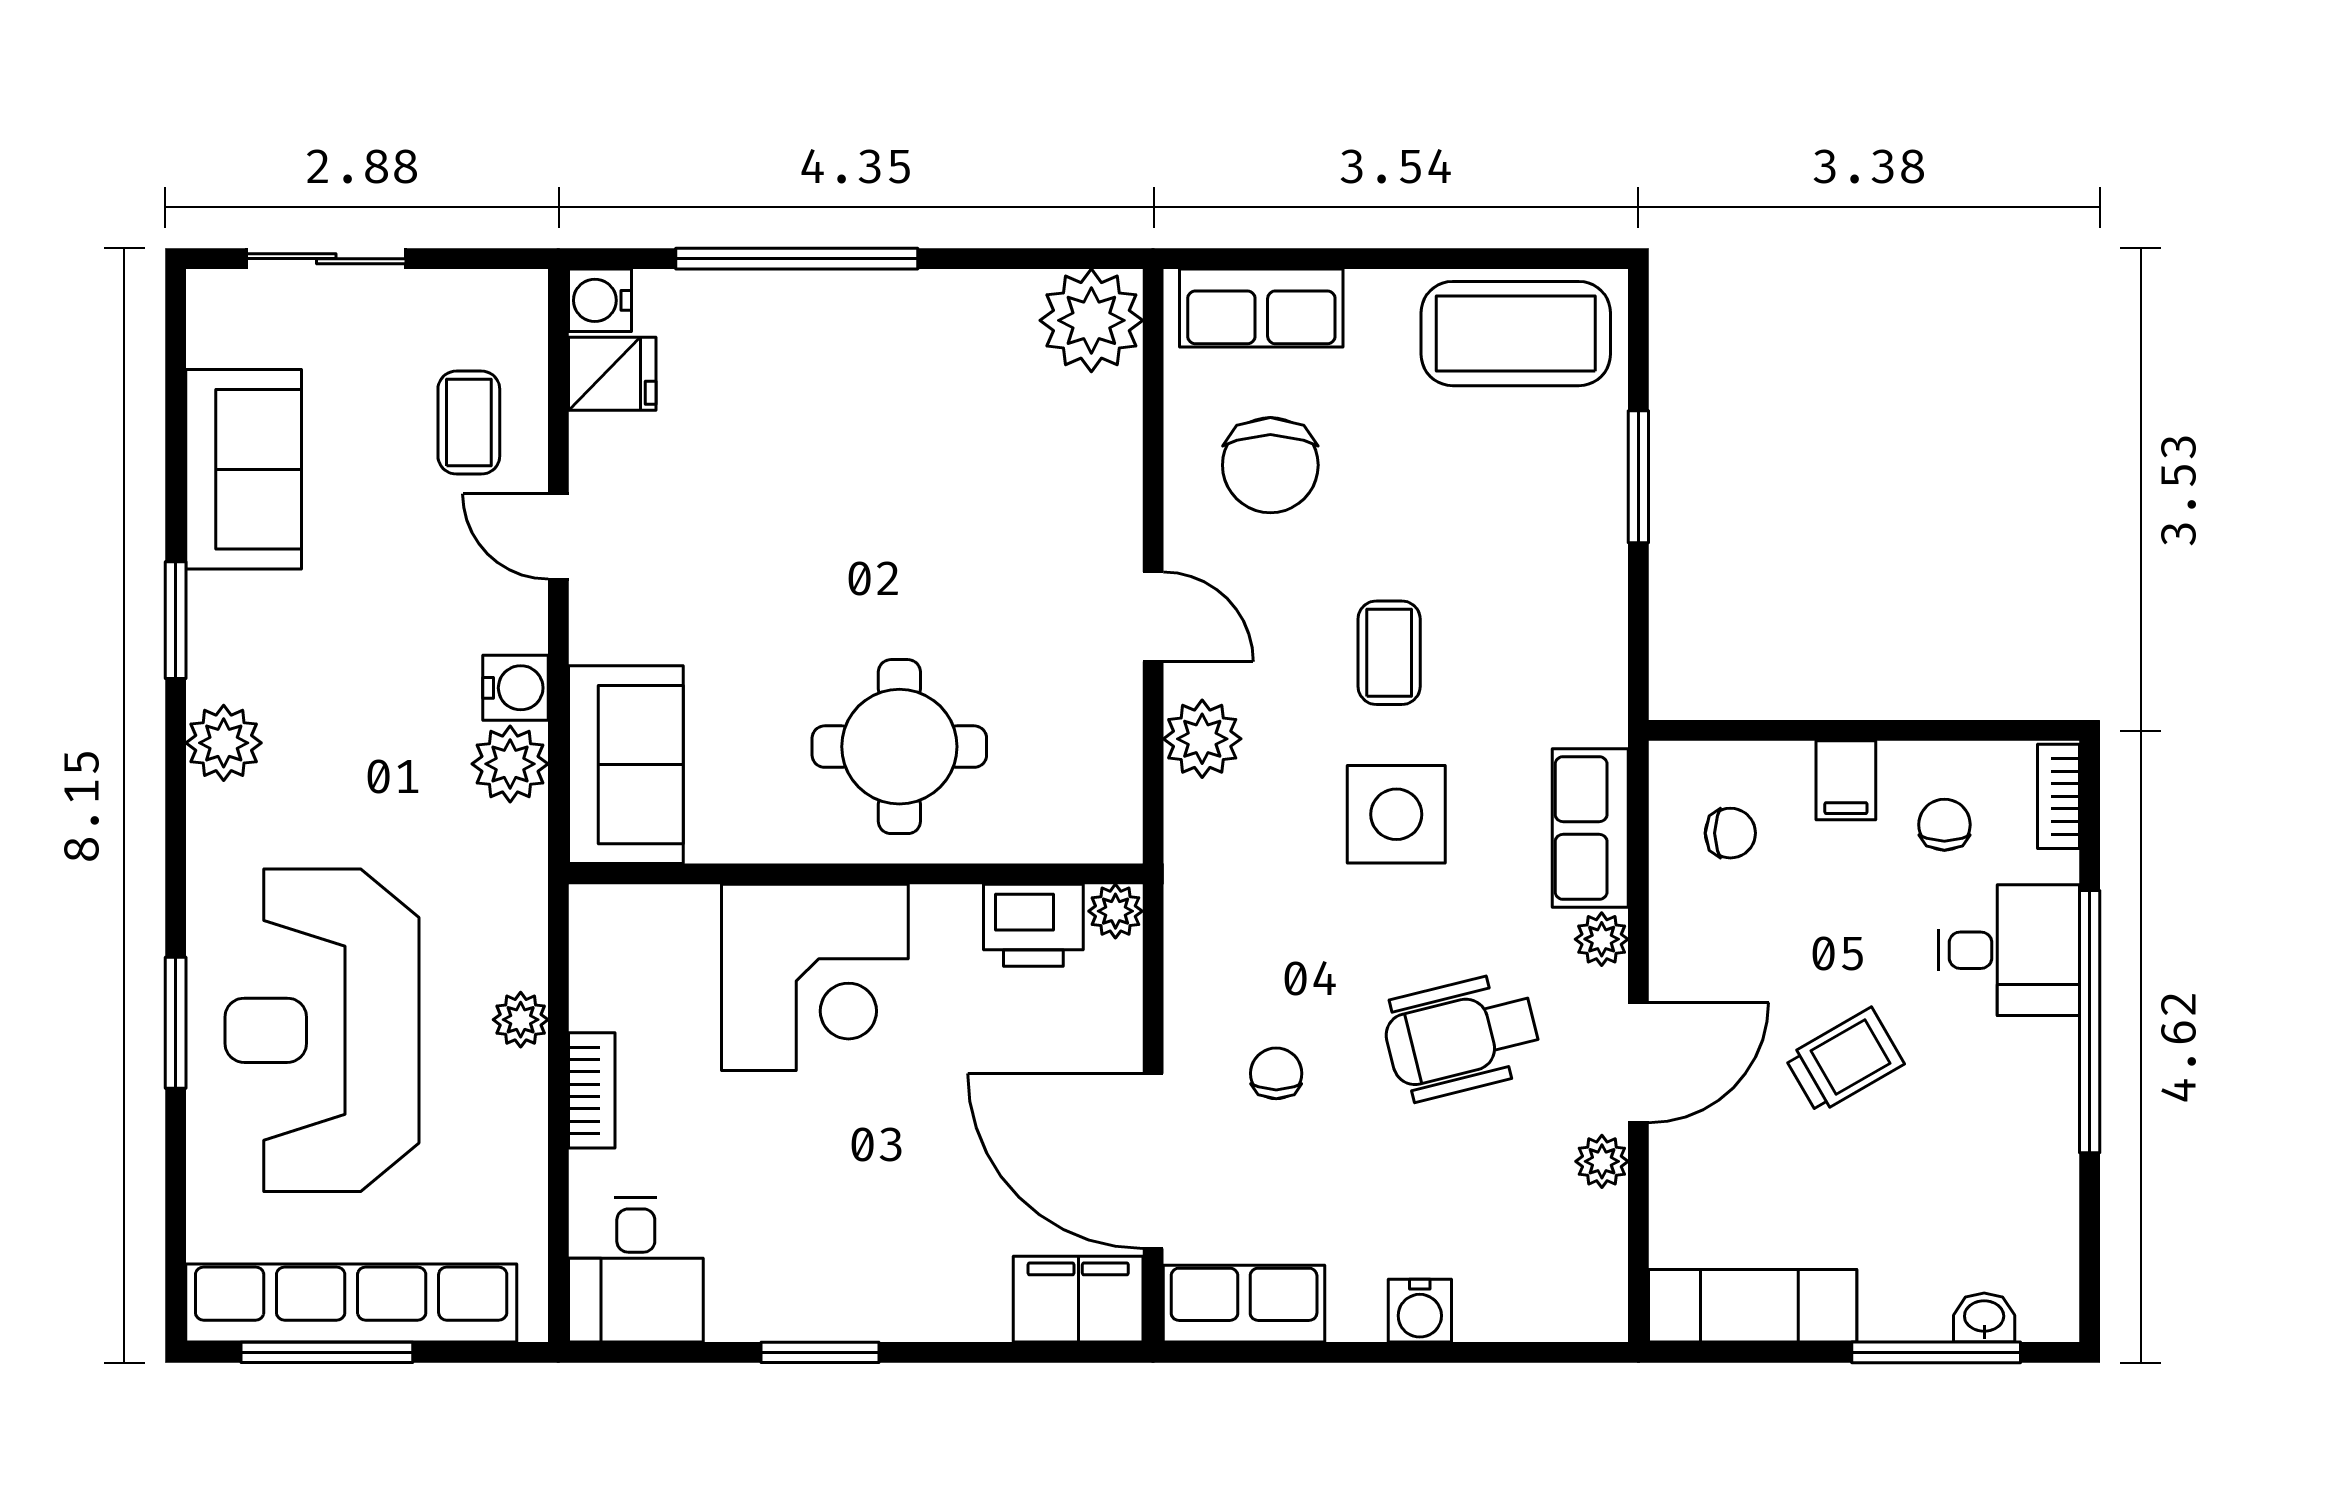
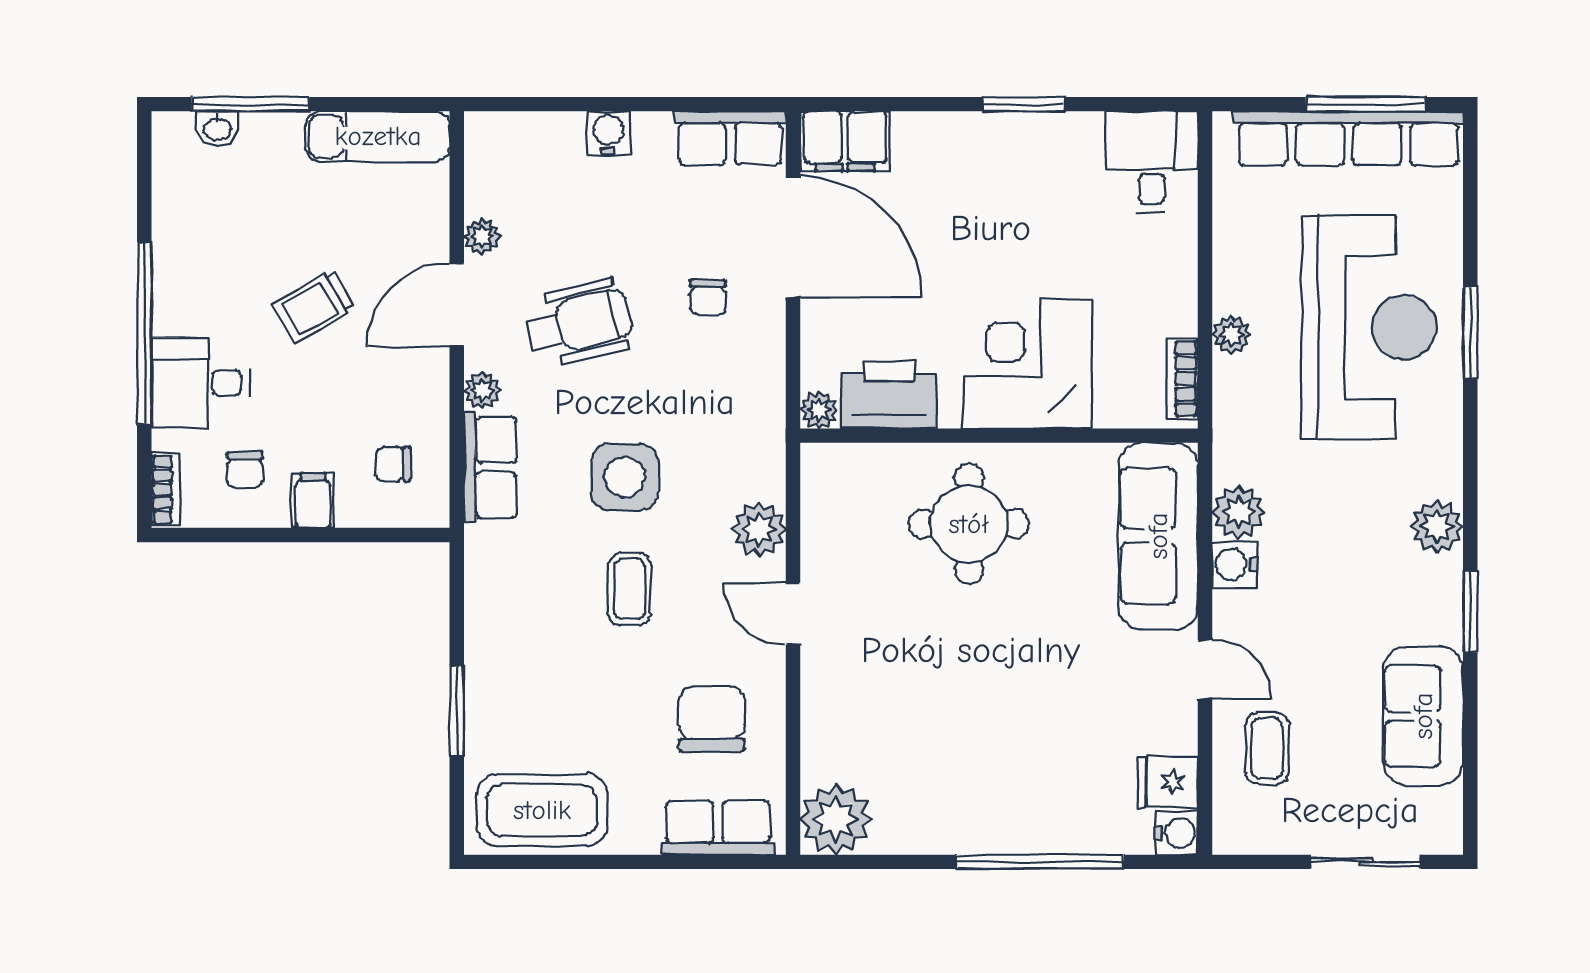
sofa: (626, 765) -> (1158, 536), width x1.36
printer: (1033, 925) -> (889, 395), width x1.37, depth x1.19
bookcase: (592, 1090) -> (1182, 379), moved

